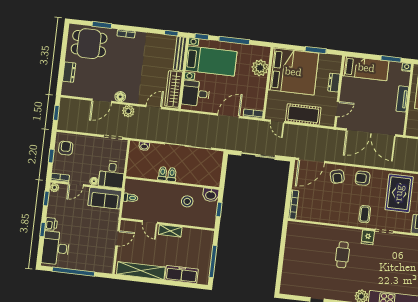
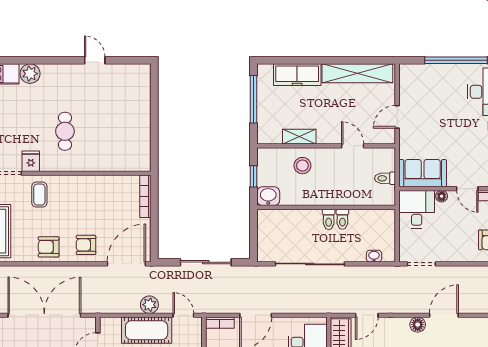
plant: (128, 111) -> (149, 305), moved
armchair: (337, 177) -> (86, 245), turned -76
armchair: (363, 178) -> (49, 247), turned 180
door: (76, 184) -> (467, 189), swing flipped
stool: (187, 201) -> (302, 166), moved
shelving: (170, 231) -> (299, 137), moved

